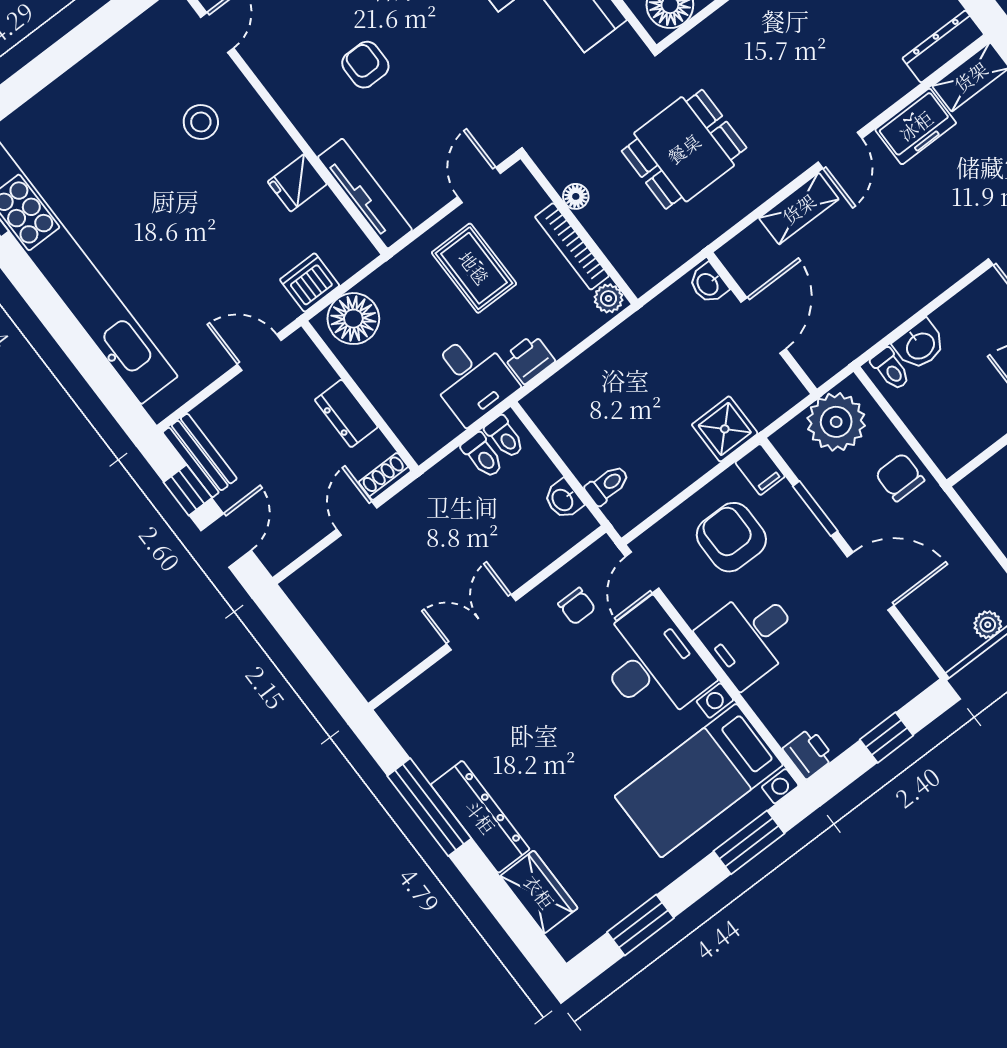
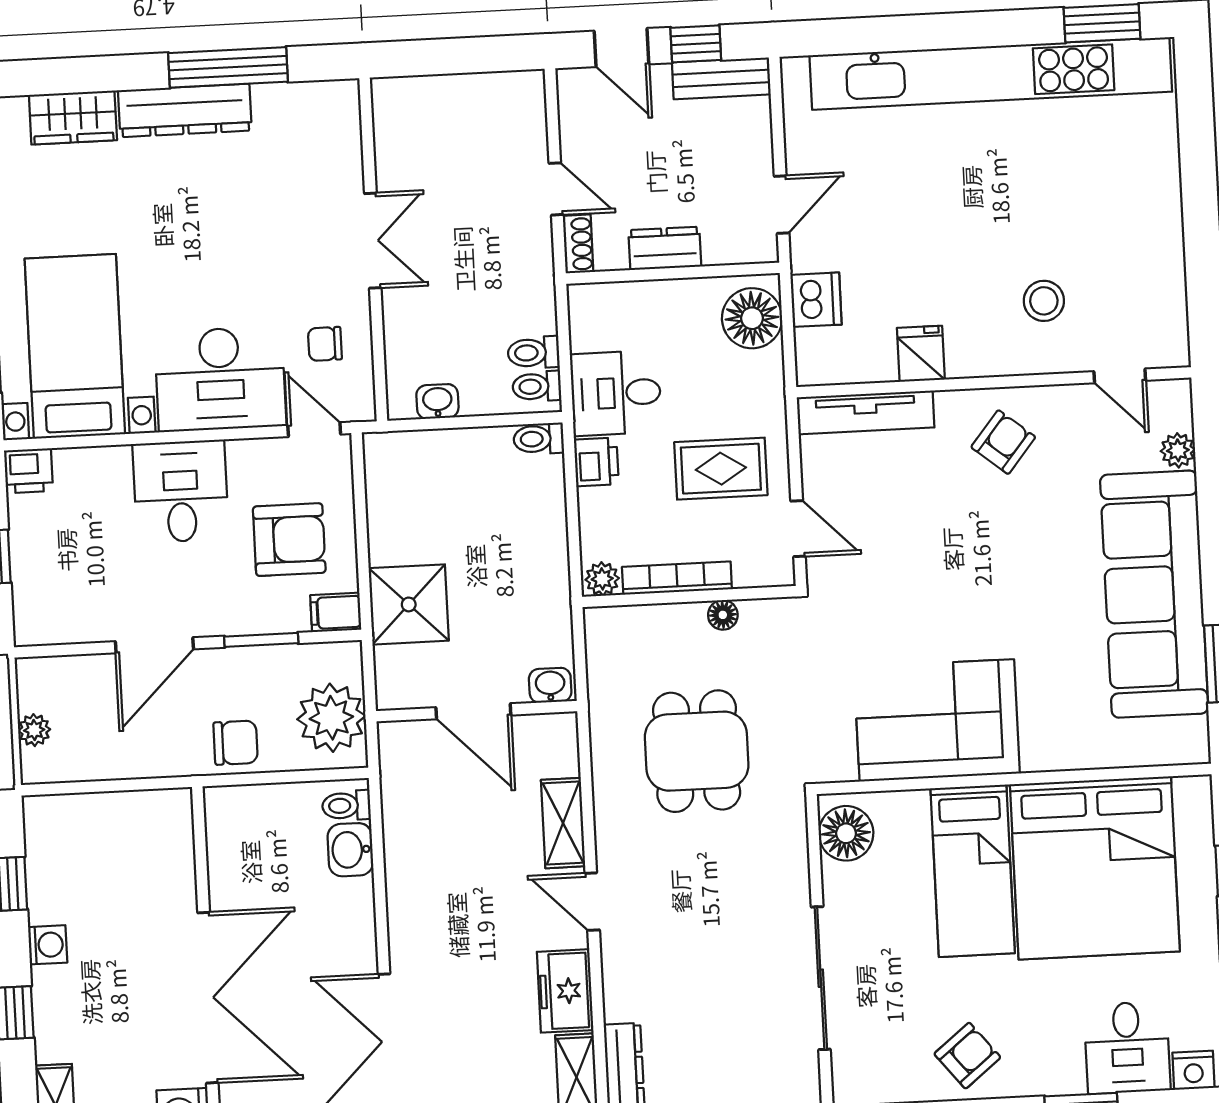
armchair: (365, 65) -> (1003, 442), moved, turned -51
shower: (725, 429) -> (409, 604), width x1.36, depth x1.36
toilet: (608, 485) -> (539, 439), moved, turned 90

